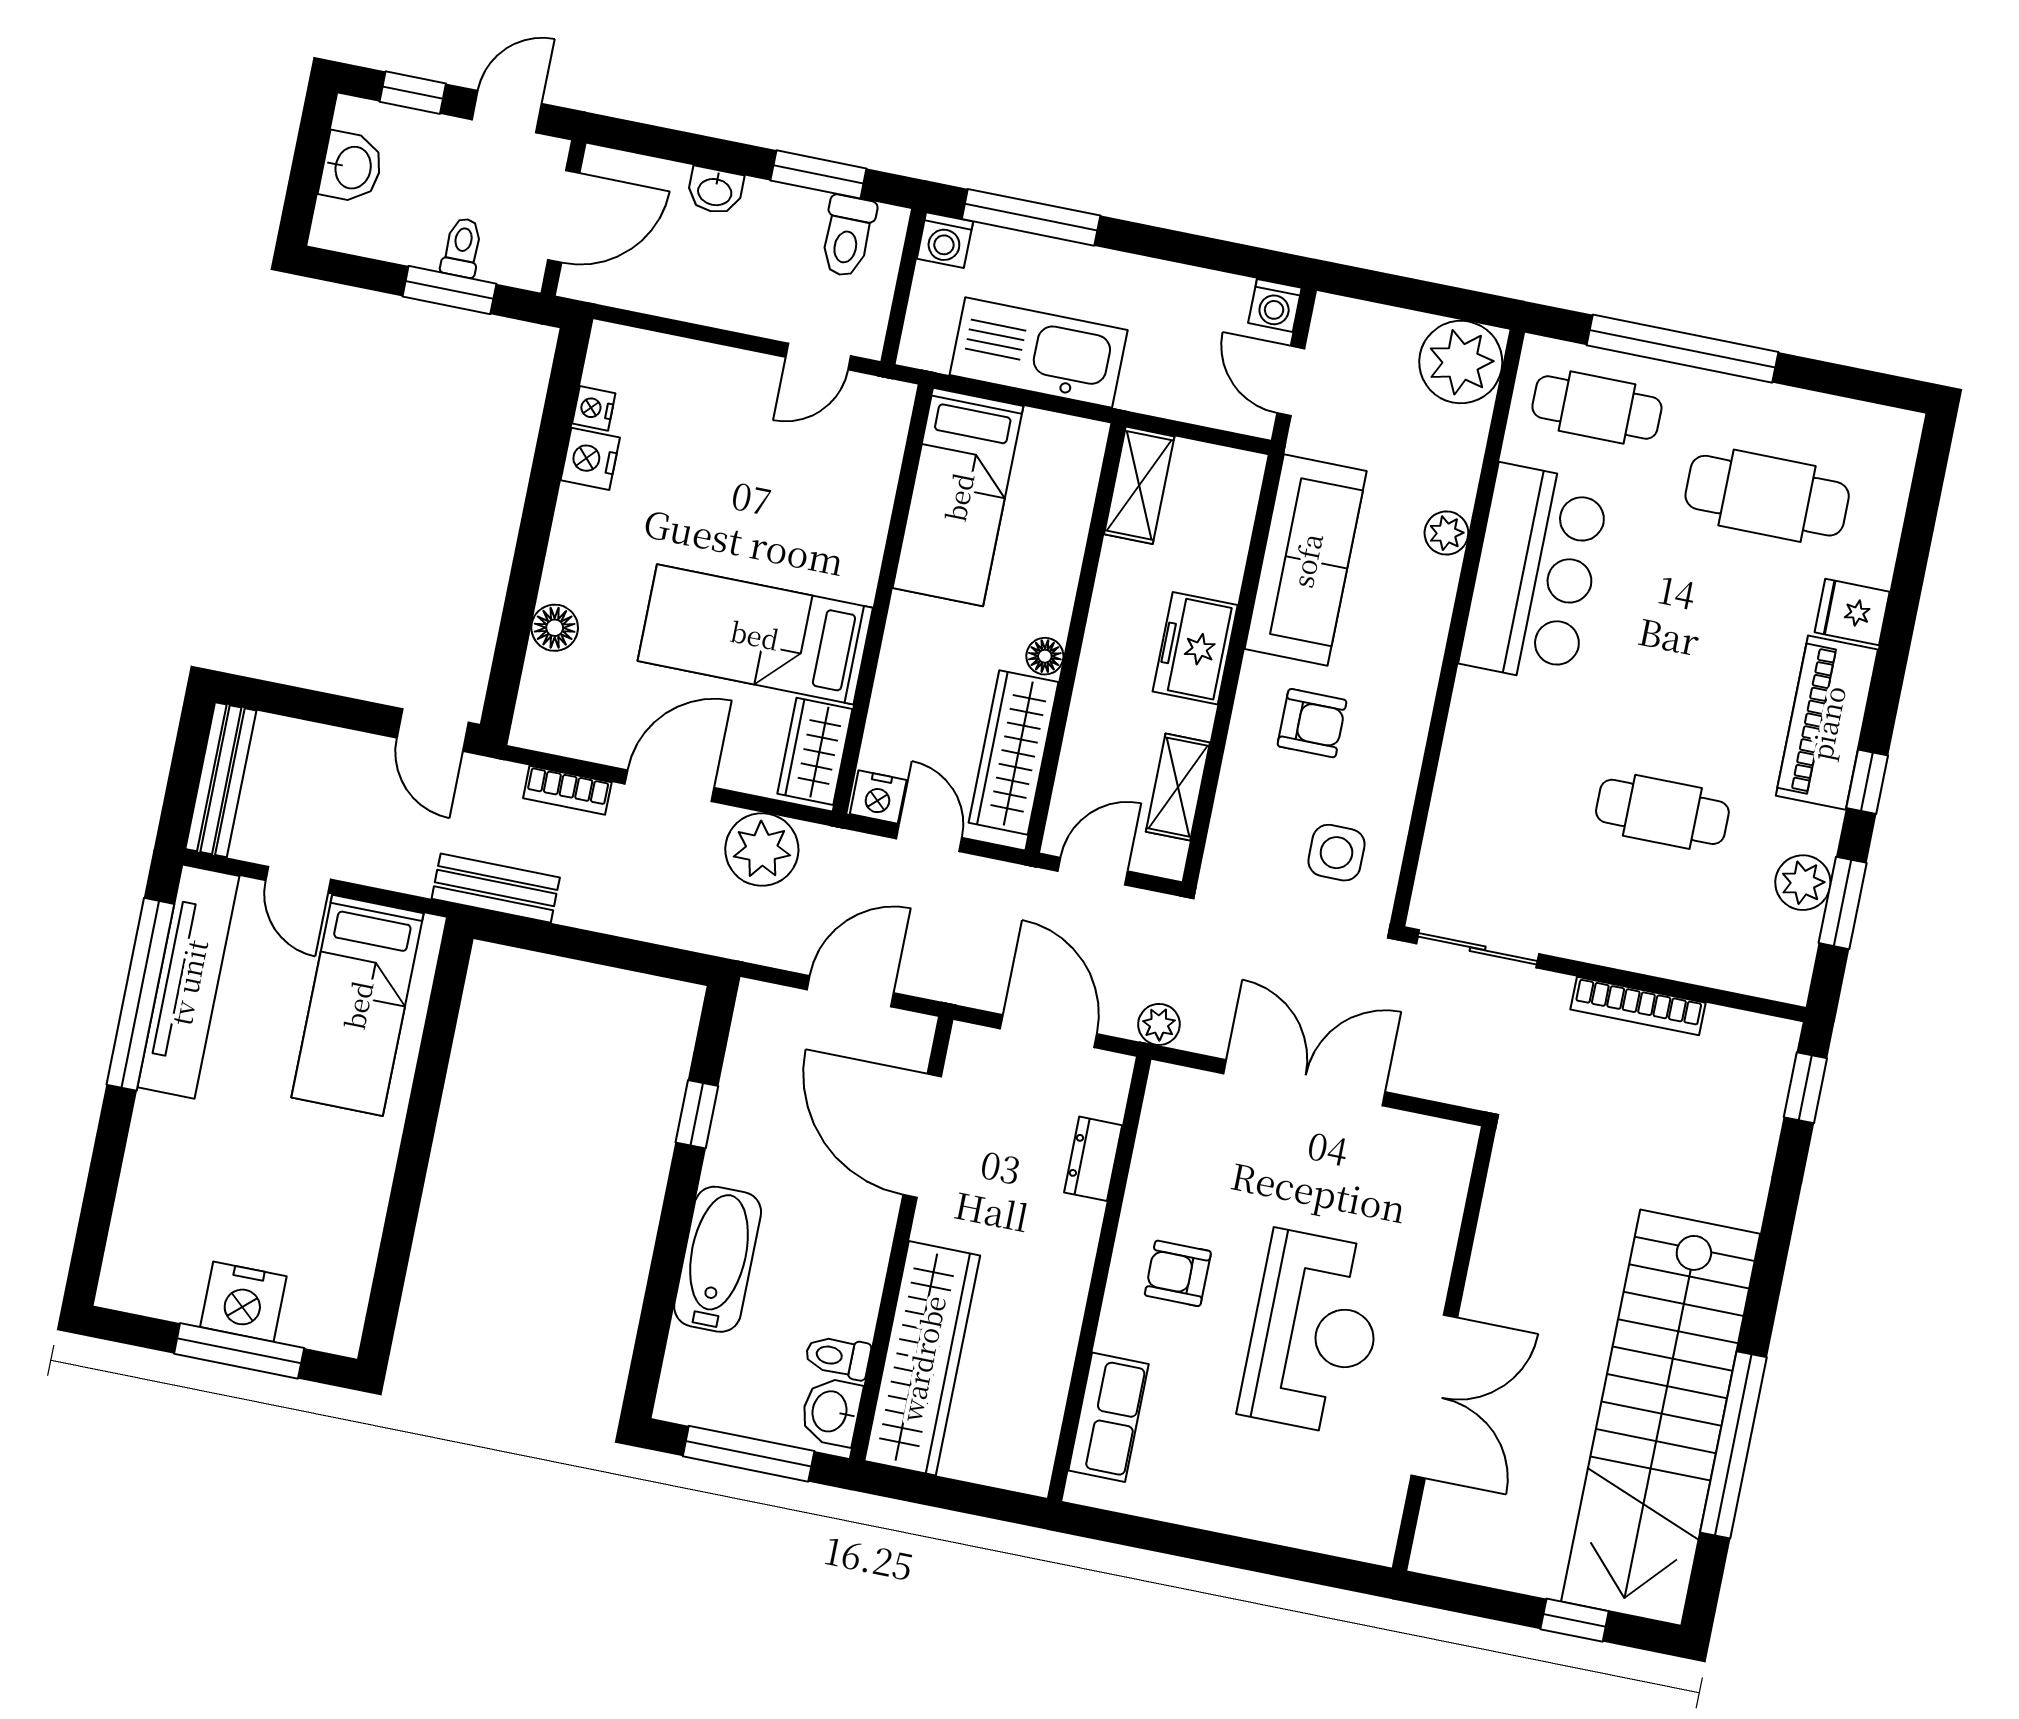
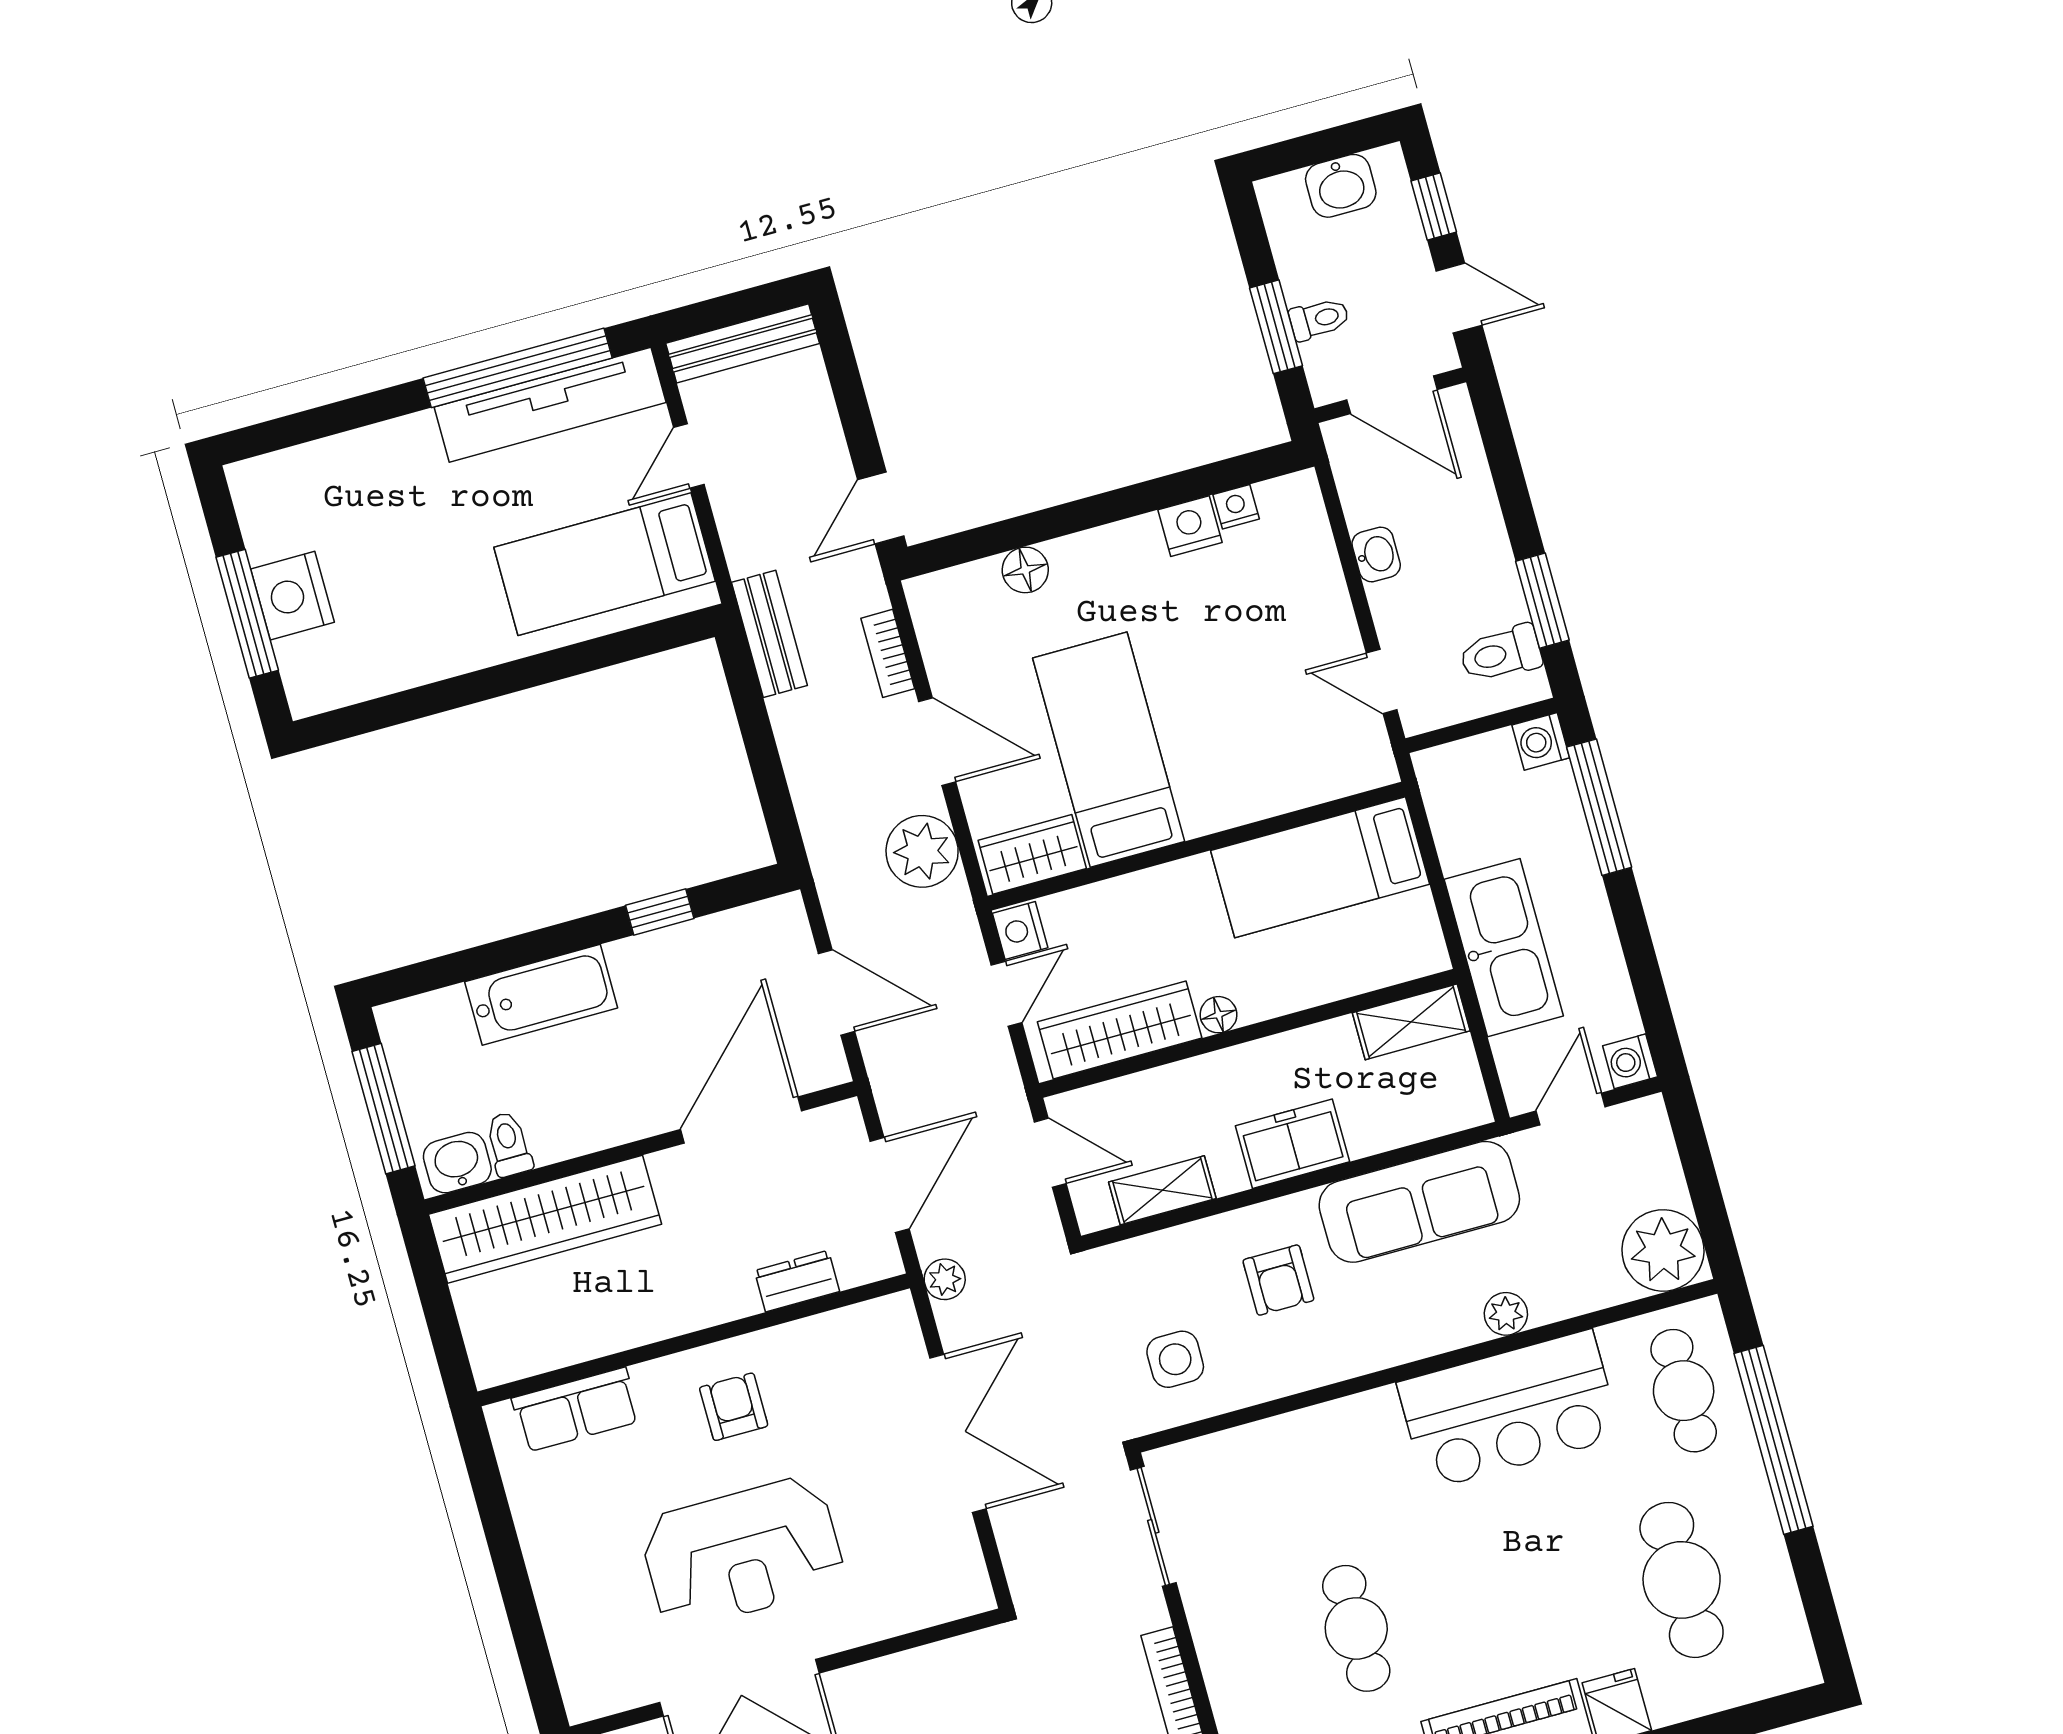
washbasin: (715, 191) -> (1376, 554), moved, turned 180
kitchen sink: (1039, 352) -> (1504, 948), moved

